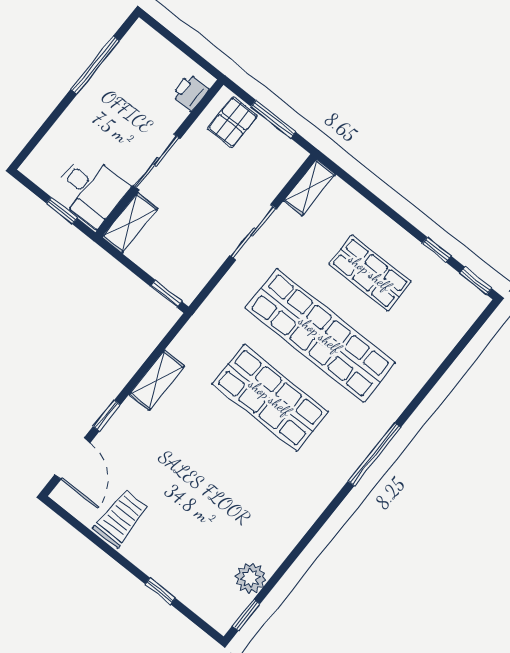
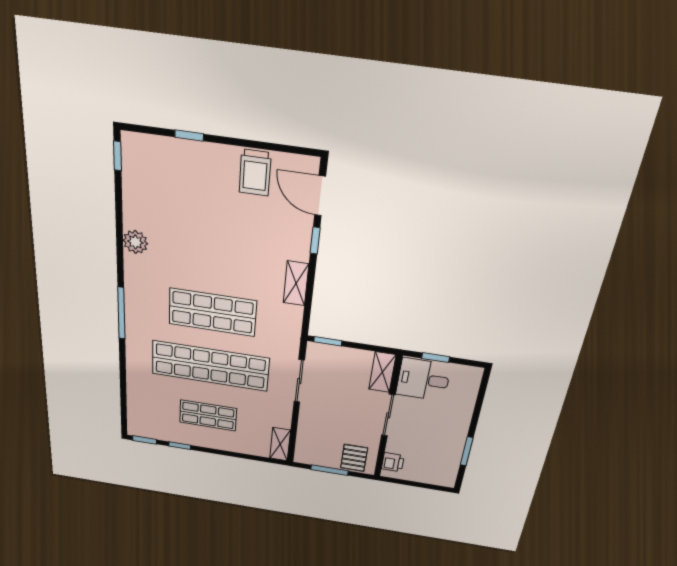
window: (95, 65) -> (467, 451), width x0.69
sliding door: (253, 232) -> (299, 381), moved
plant: (251, 578) -> (135, 242), moved

